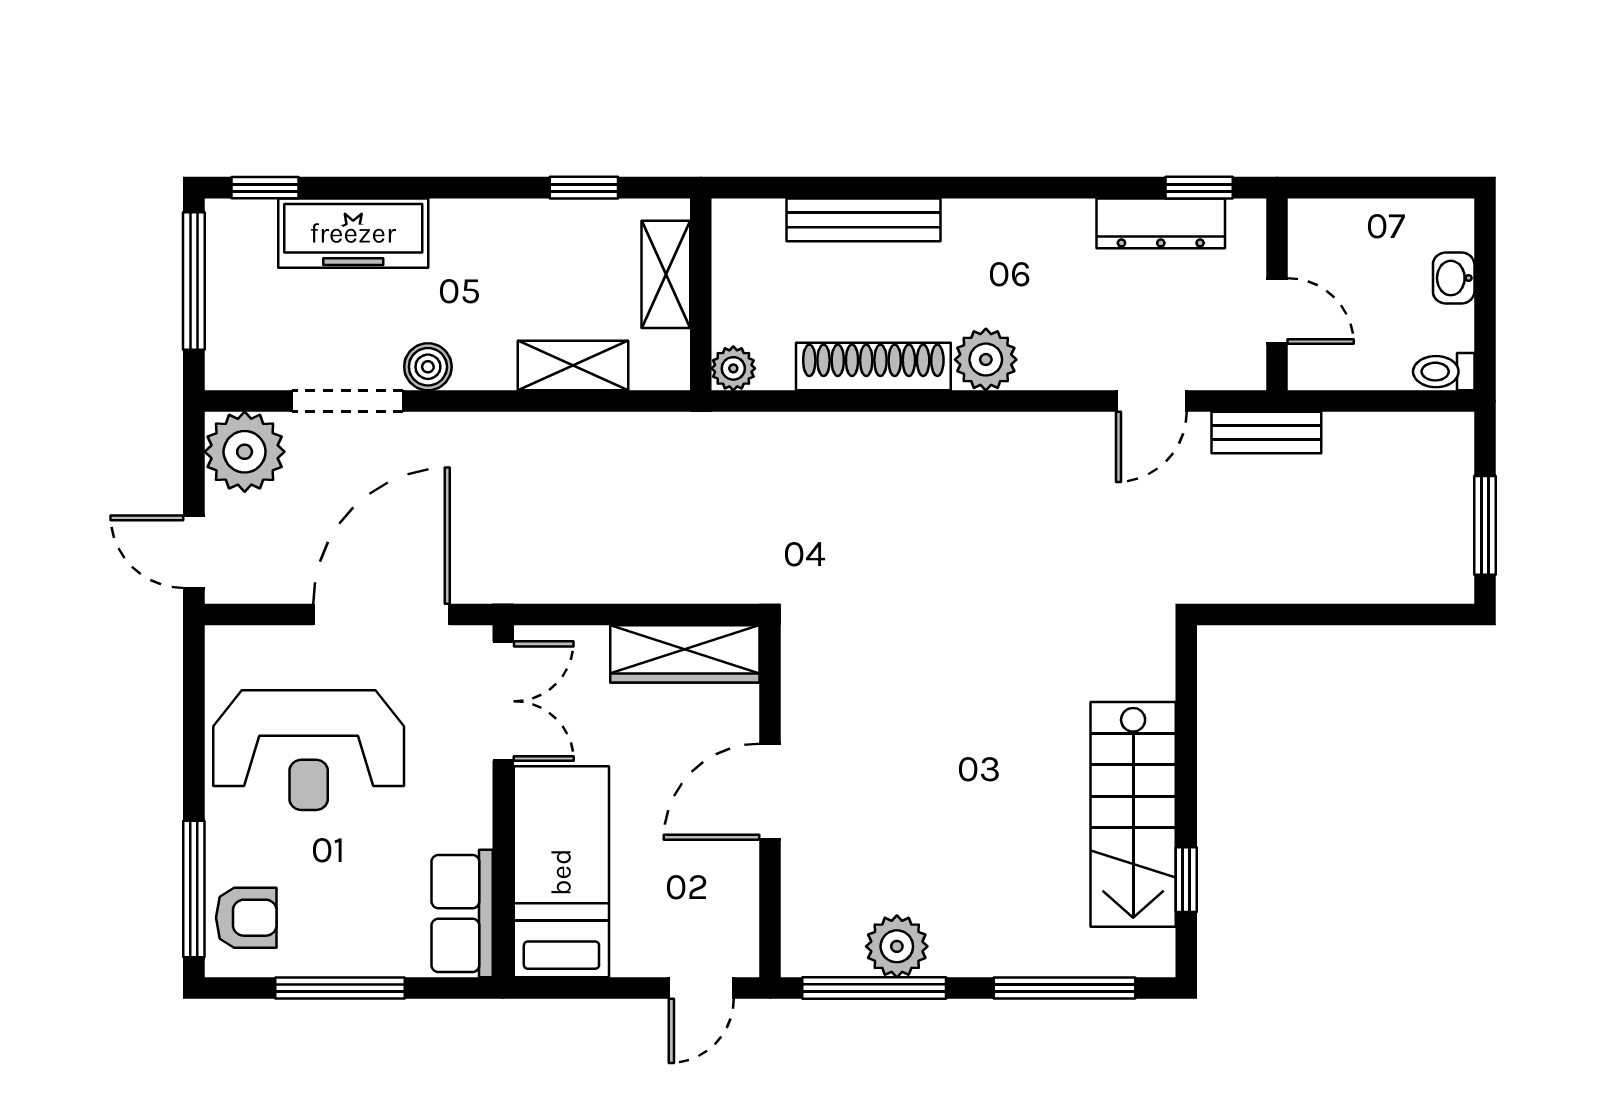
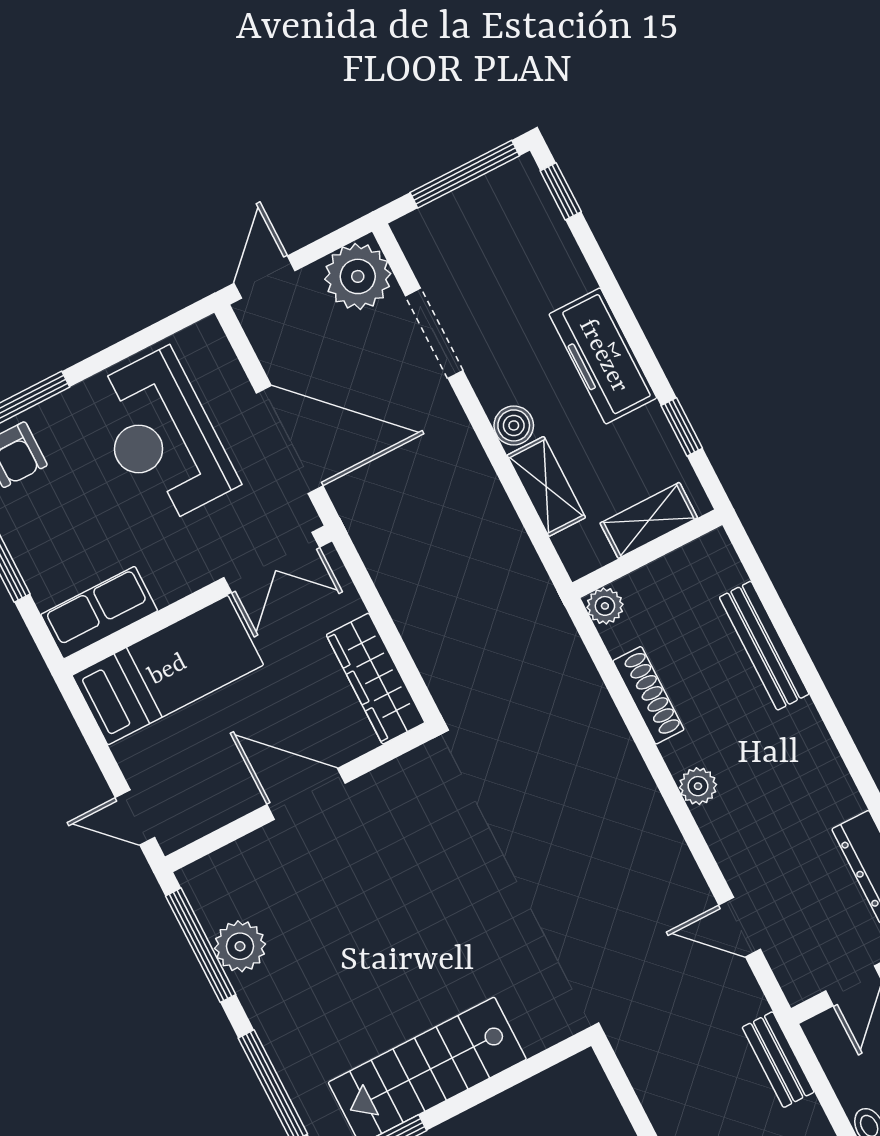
freezer: (353, 233) -> (603, 356), moved
plant: (986, 360) -> (698, 786), width x0.73, depth x0.73
shoe rack: (873, 366) -> (648, 695), width x0.74, depth x0.81
boiler: (428, 367) -> (514, 425), moved
bench: (1266, 433) -> (778, 1060), moved

